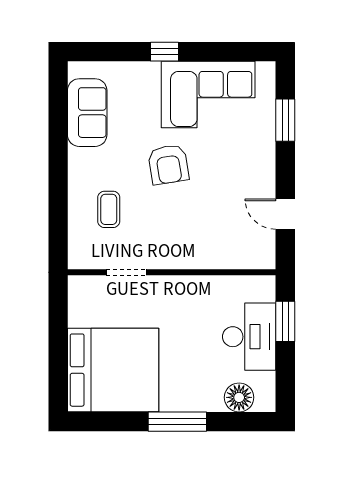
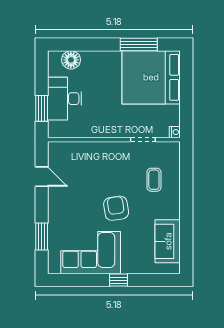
nightstand: (76, 284) -> (175, 132), added
window: (177, 422) -> (139, 45), moved

